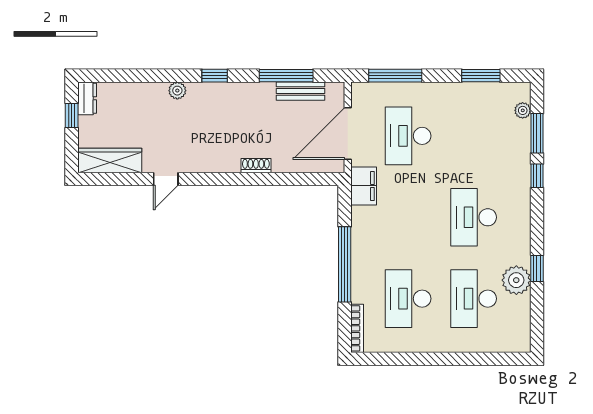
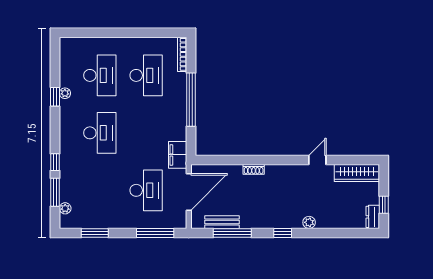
plant: (516, 280) -> (65, 93), width x0.53, depth x0.53

